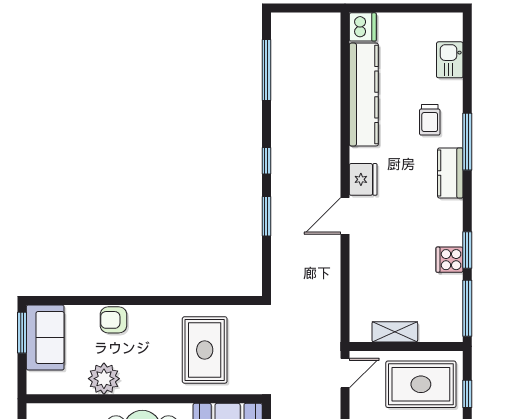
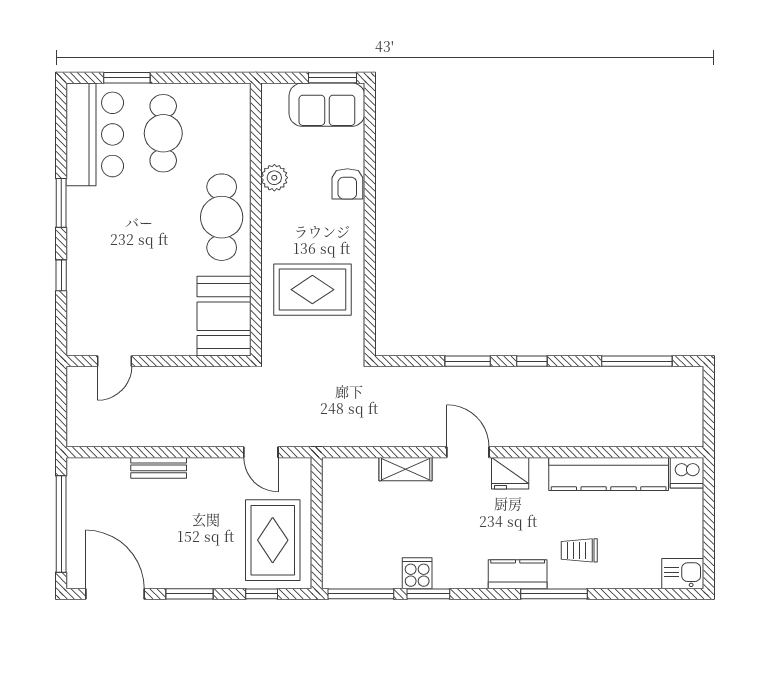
kitchen sink: (450, 60) -> (683, 574), moved
armchair: (113, 320) -> (347, 184), turned 180
shelving: (395, 332) -> (406, 469), moved, turned 90
door: (345, 373) -> (261, 452), moved
plant: (104, 379) -> (274, 178), width x0.73, depth x0.73

